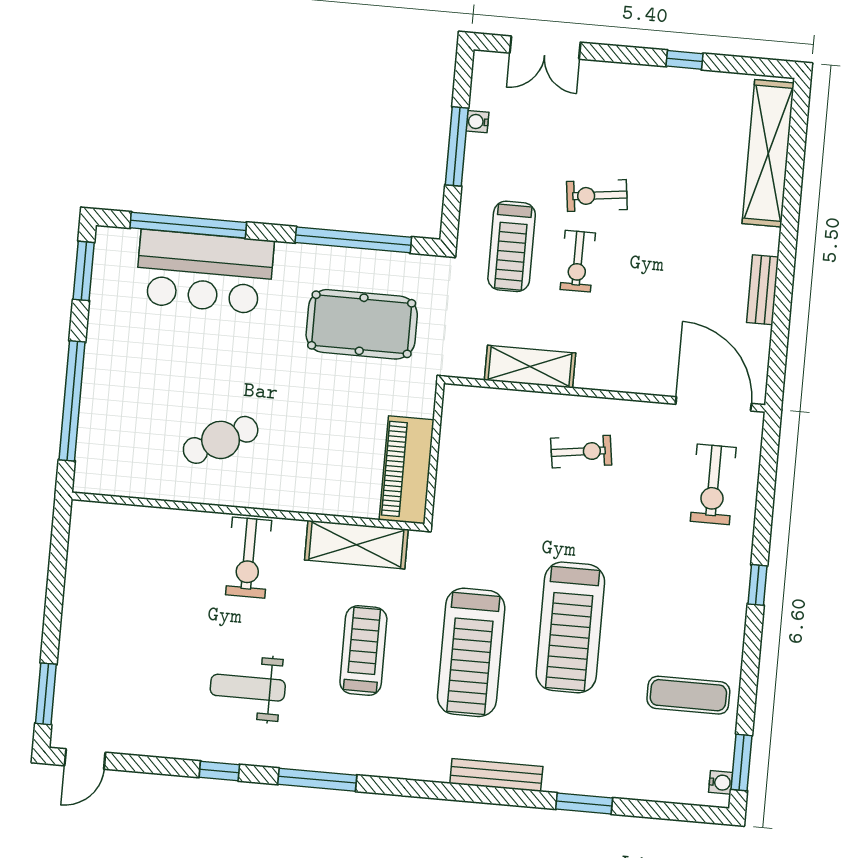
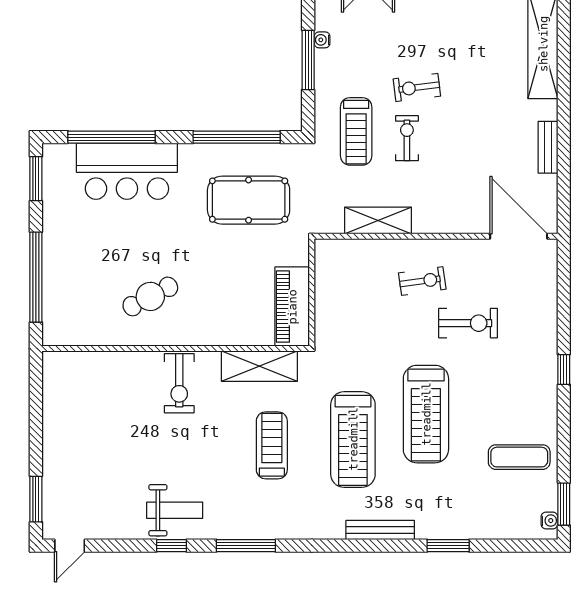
exercise bike: (578, 261) -> (407, 138), turned 180
exercise bike: (713, 484) -> (468, 323), moved, turned -90
weight bench: (248, 688) -> (175, 510), moved, turned 180

